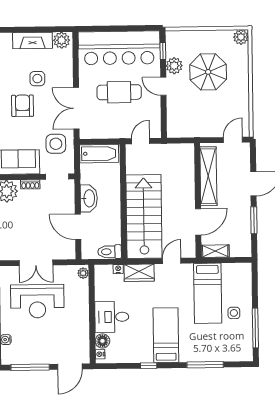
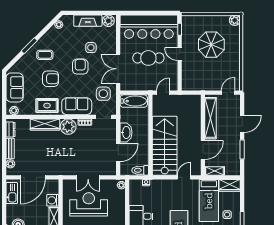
plant: (174, 66) -> (187, 40), removed
door: (78, 227) -> (118, 152), swing flipped
wardrobe: (139, 273) -> (230, 185), moved
reception desk: (37, 301) -> (89, 204), turned 180

